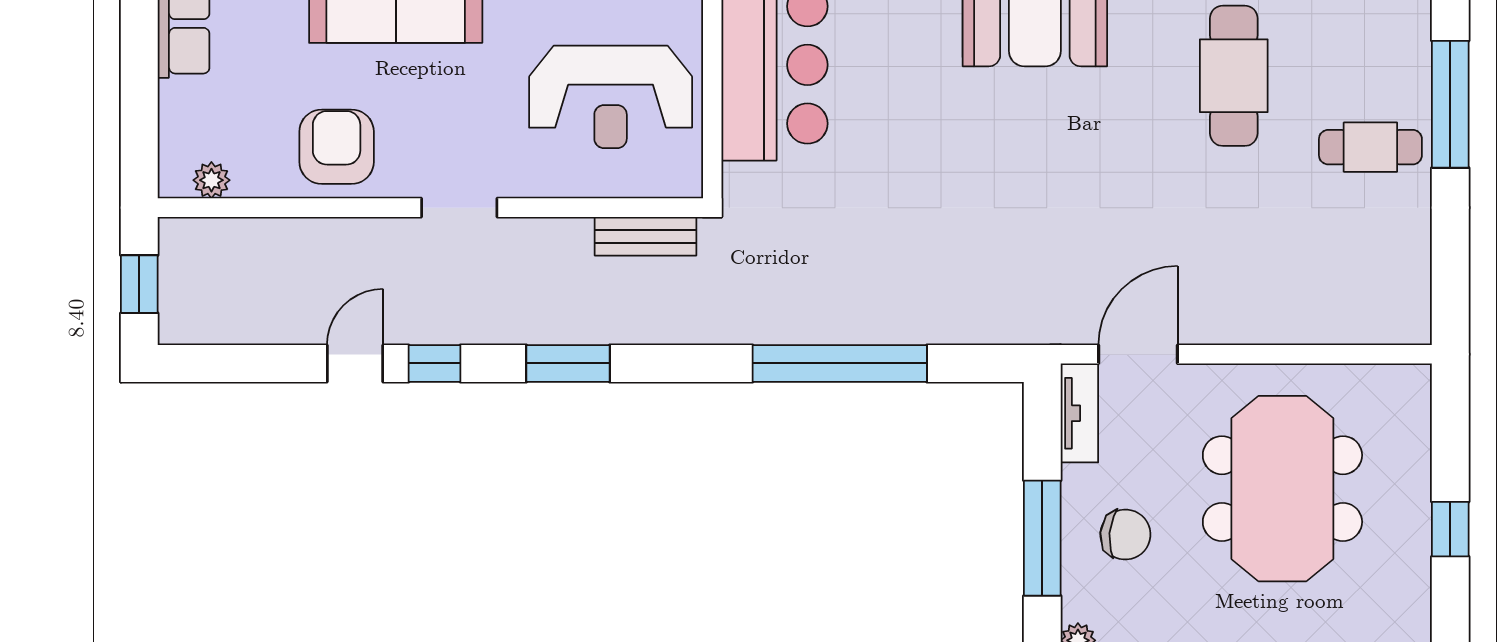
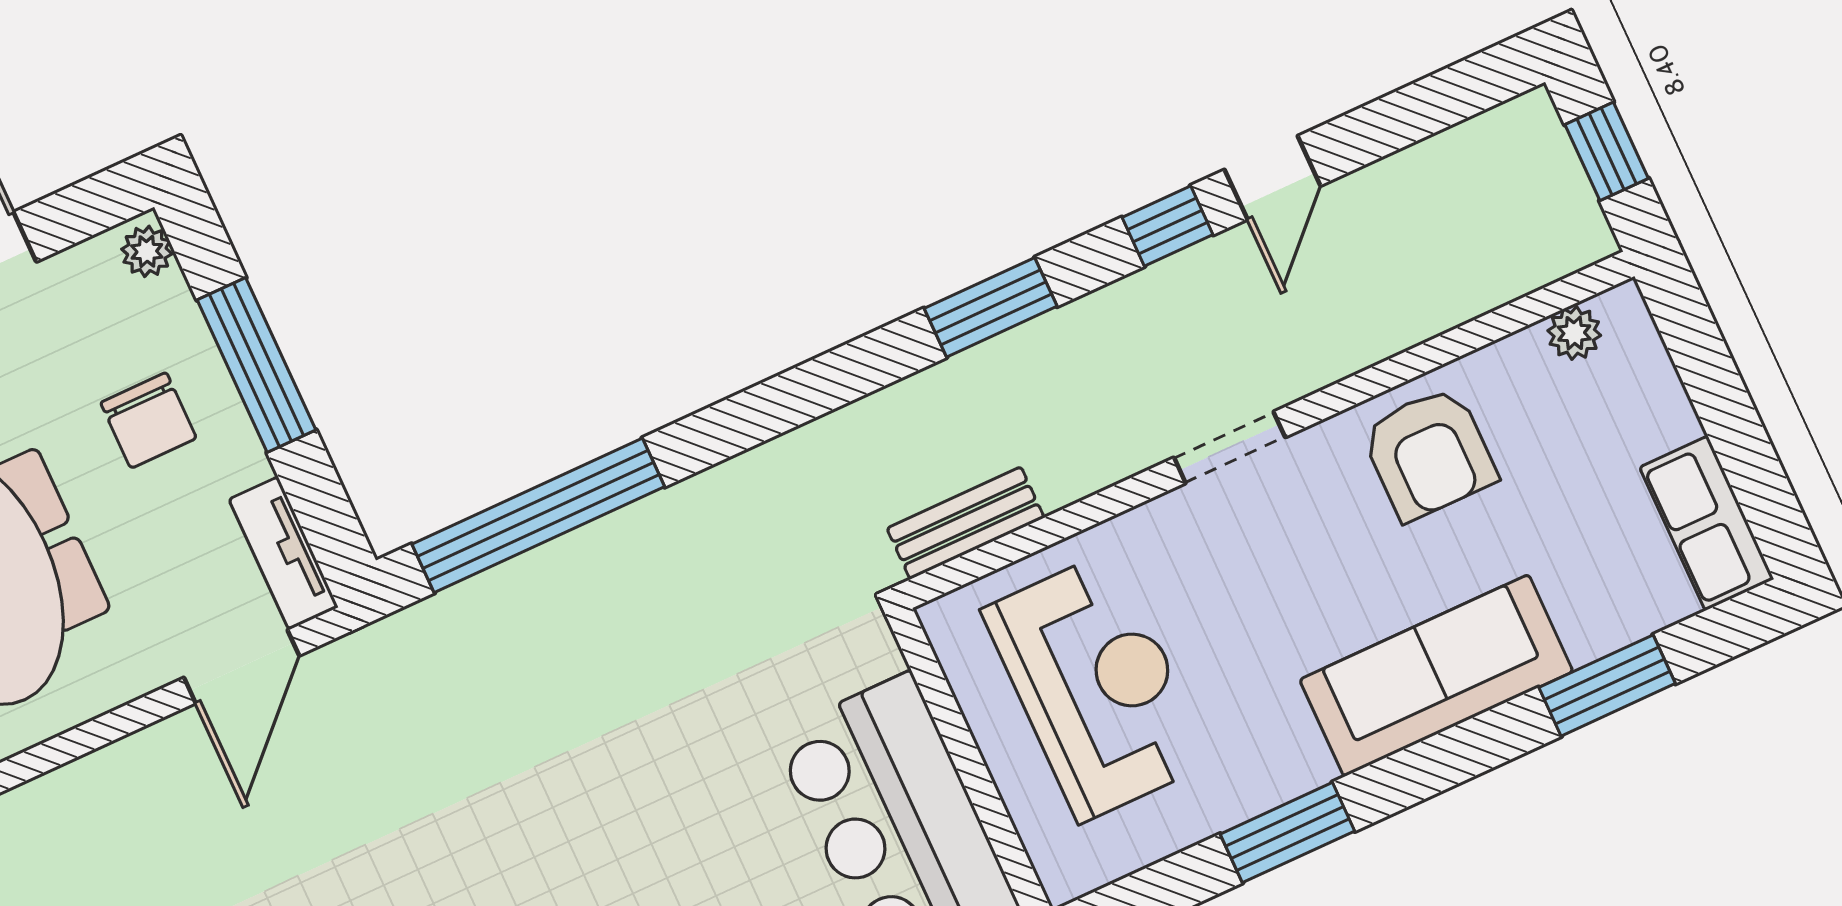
reception desk: (611, 97) -> (1097, 686), turned 90
window: (840, 363) -> (538, 515), moved
chair: (1125, 535) -> (148, 420), turned -95

